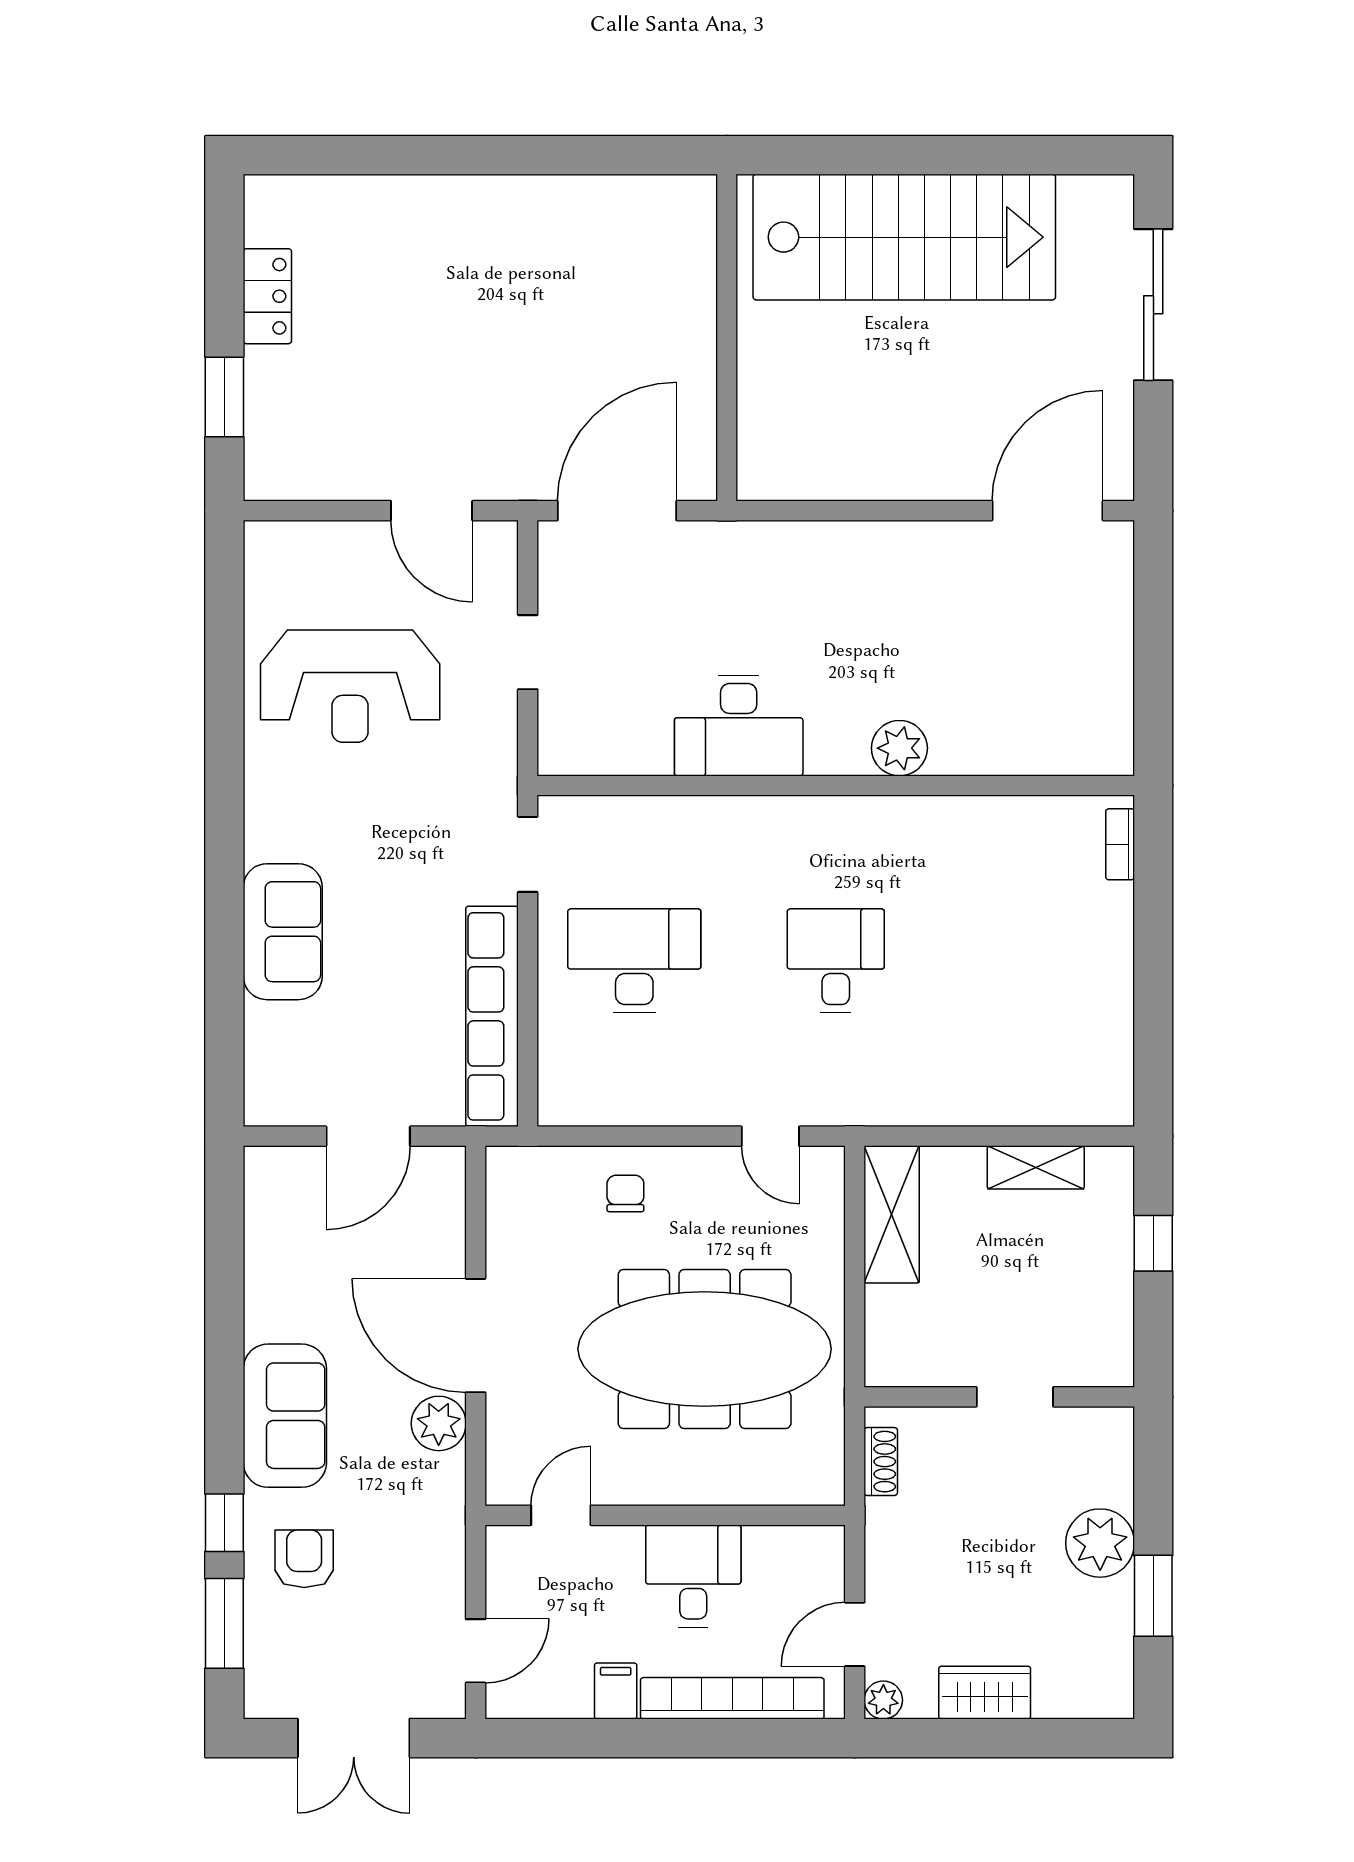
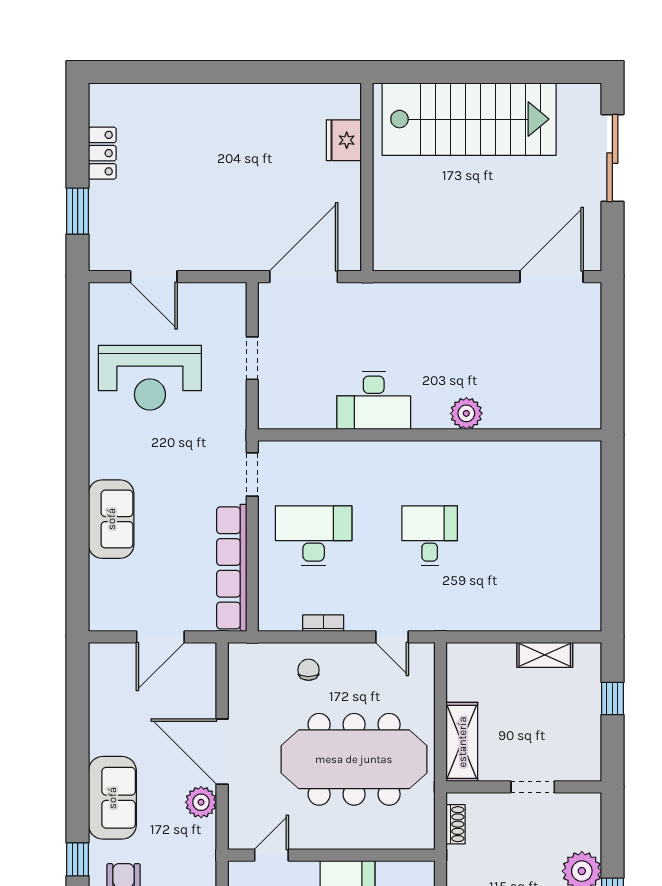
fridge: (687, 274) -> (344, 140), added
door: (432, 511) -> (154, 277), moved
bookcase: (1120, 844) -> (323, 623), moved, turned 90
shelving: (892, 1214) -> (462, 742), moved

